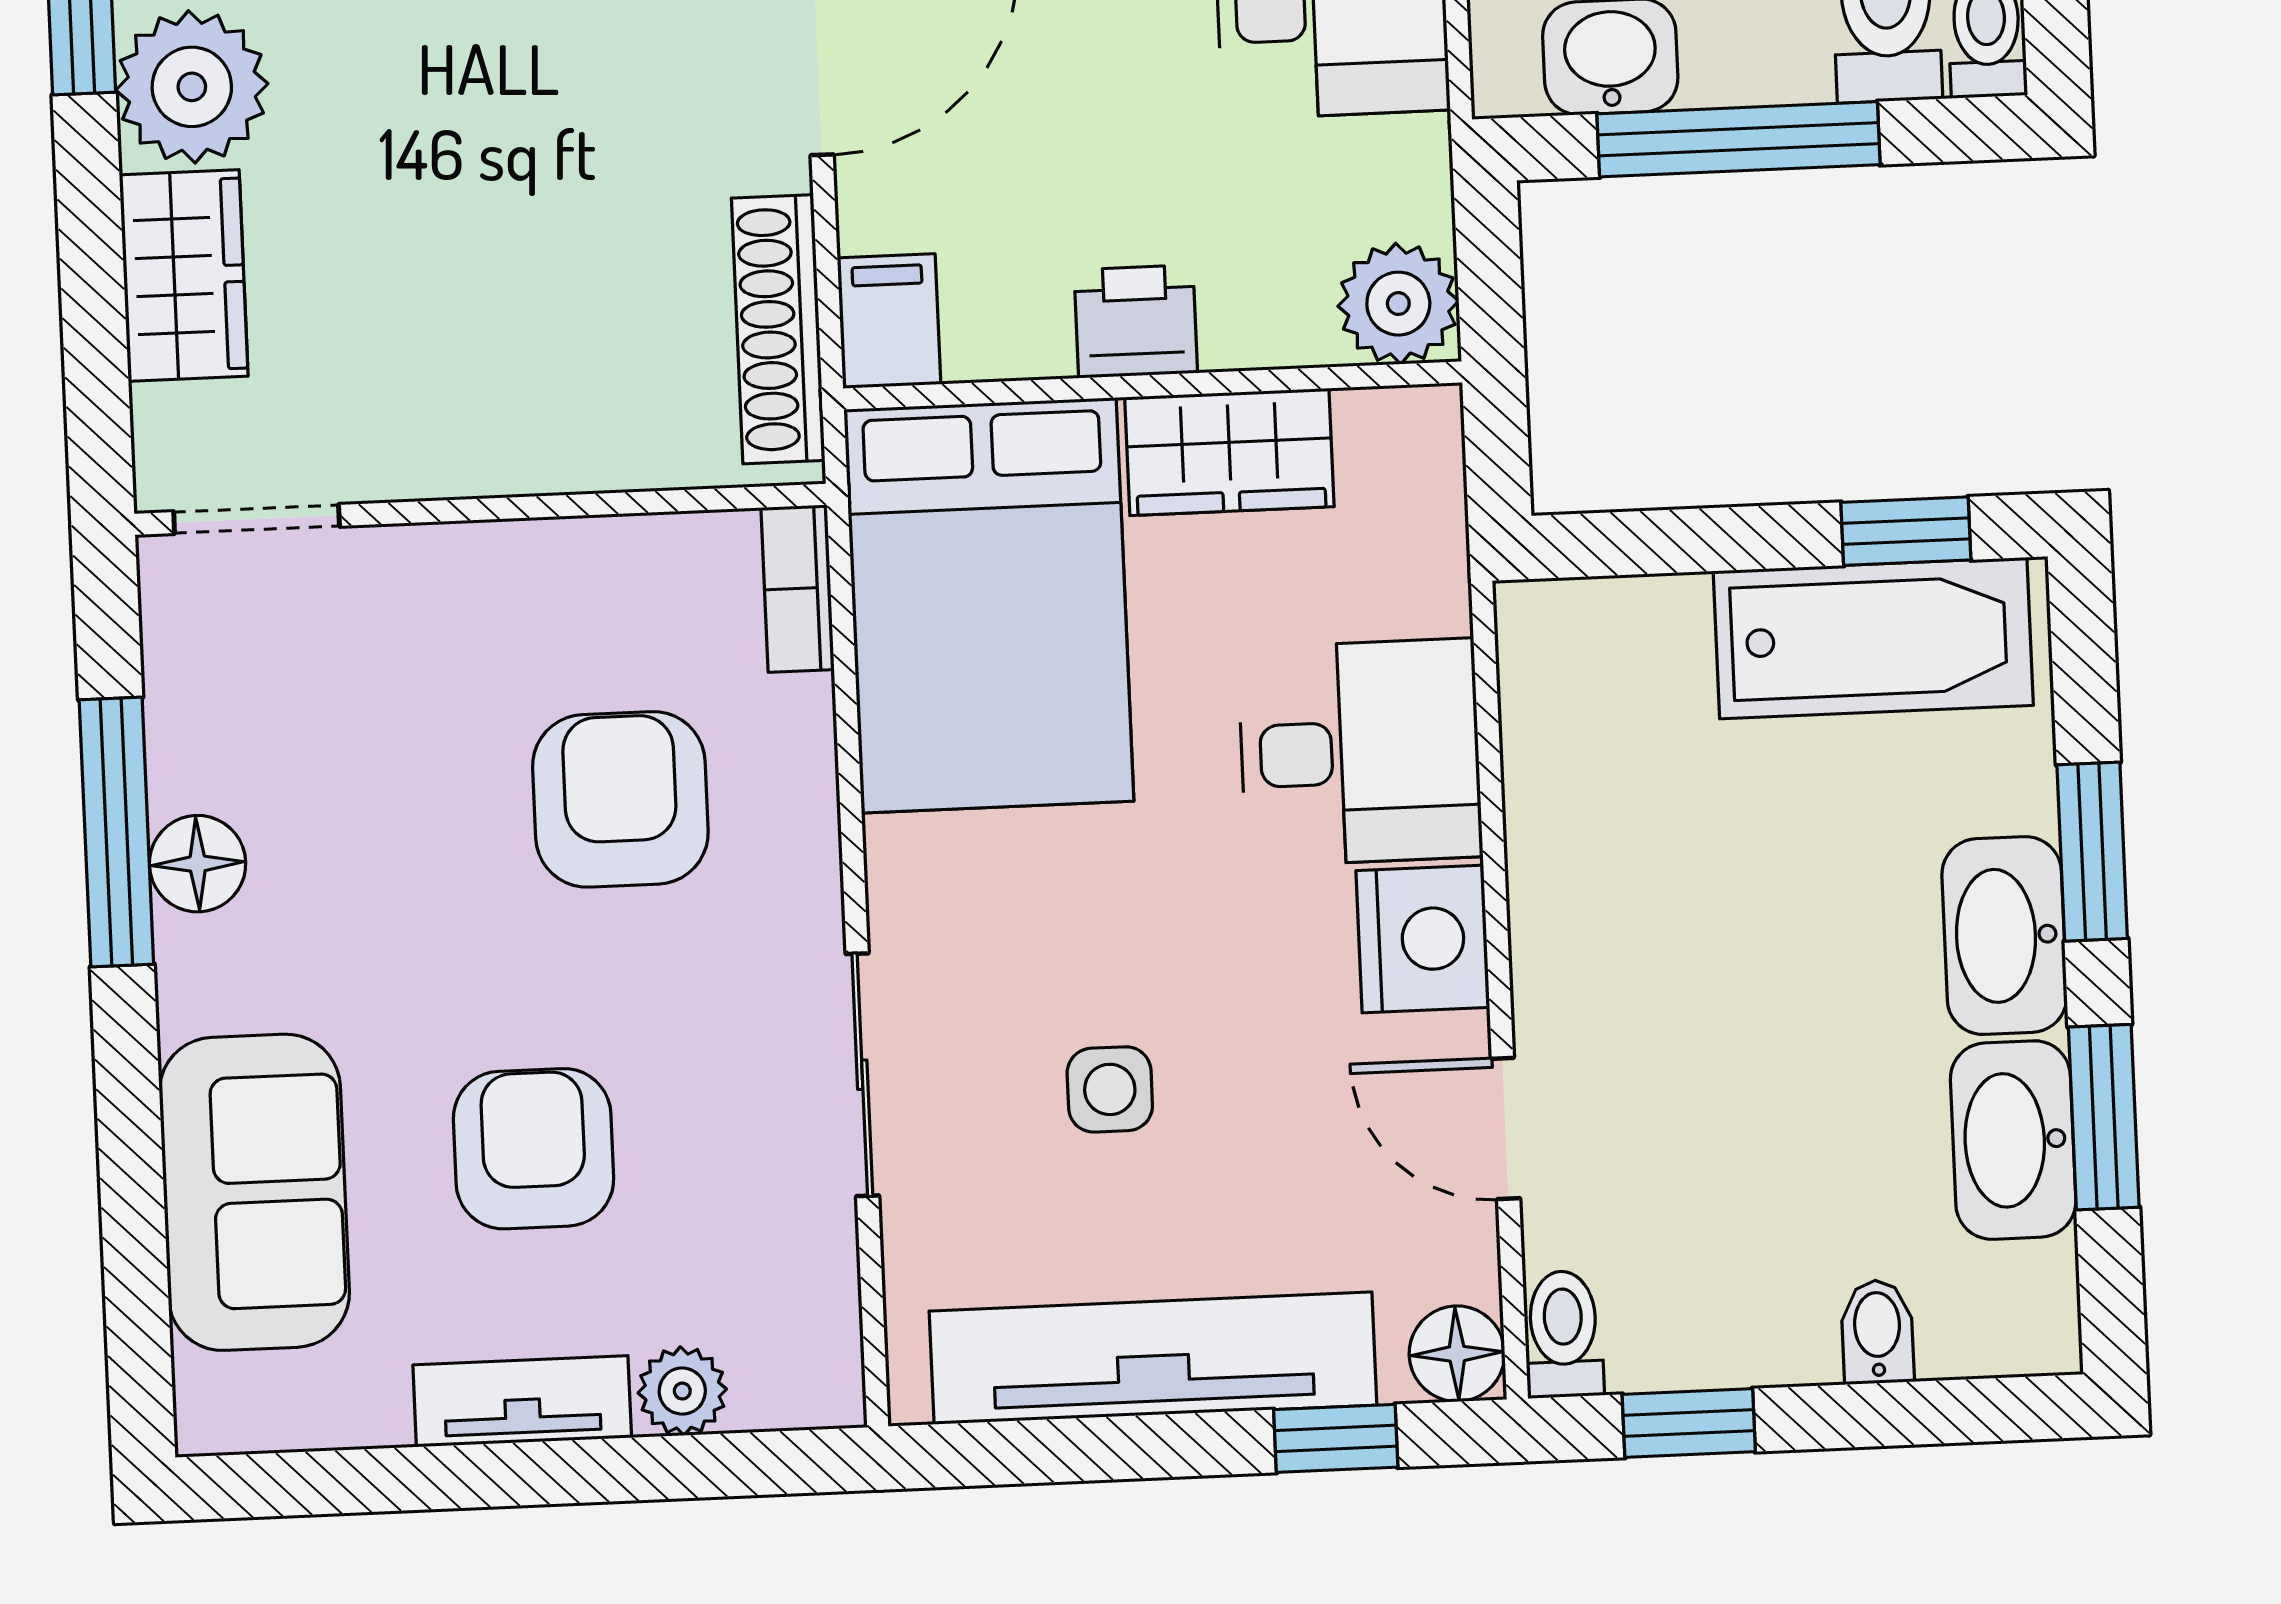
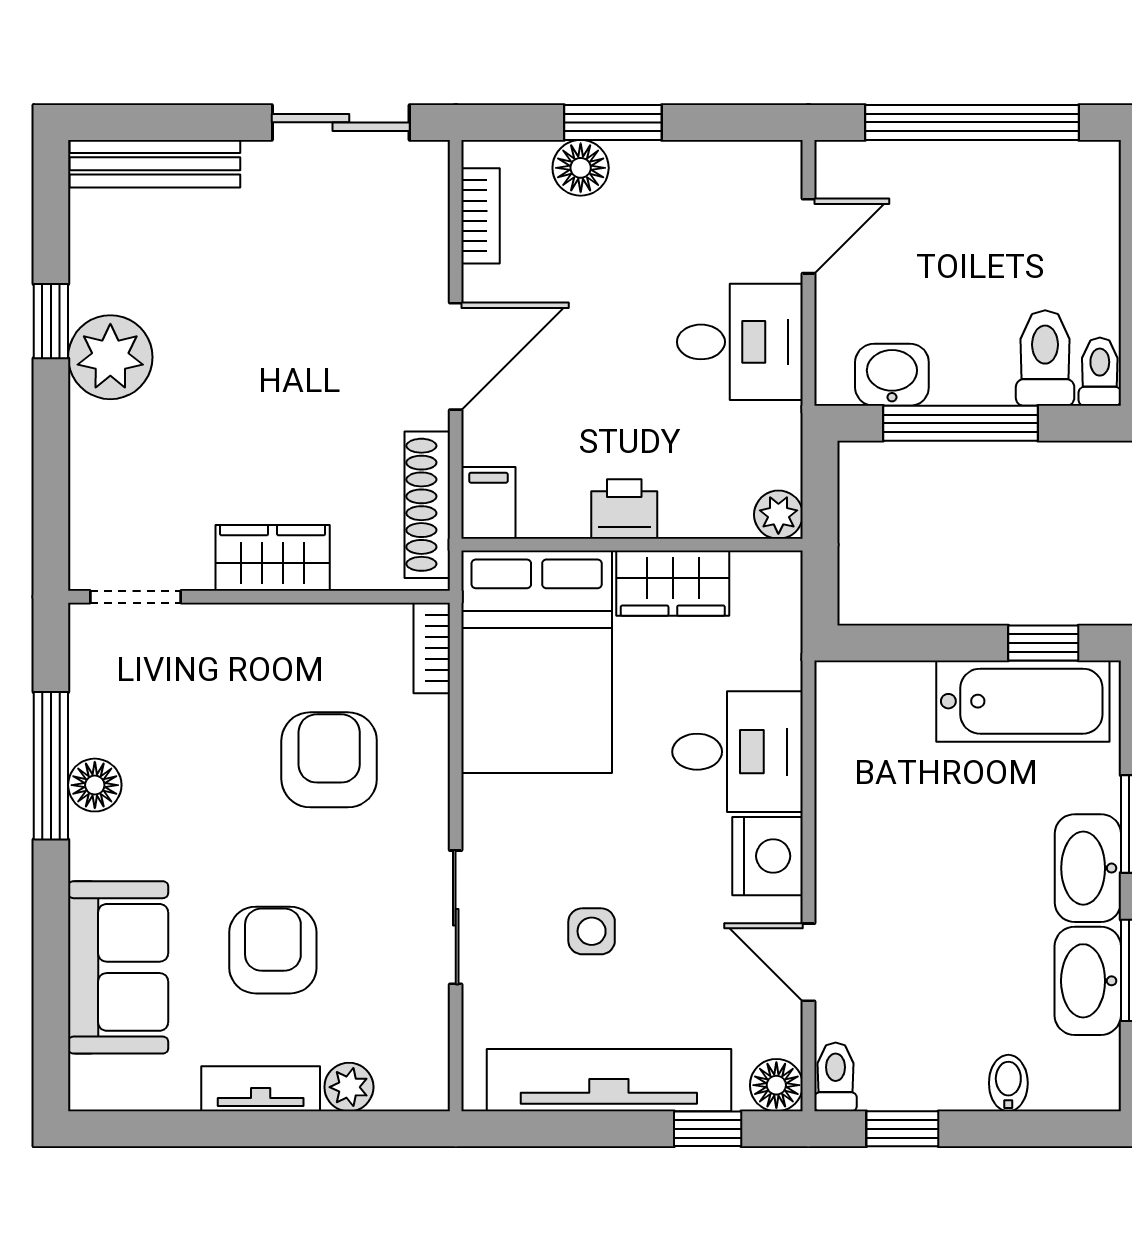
wardrobe: (184, 276) -> (273, 558), moved, turned -90
plant: (1398, 304) -> (778, 515), width x0.73, depth x0.73

